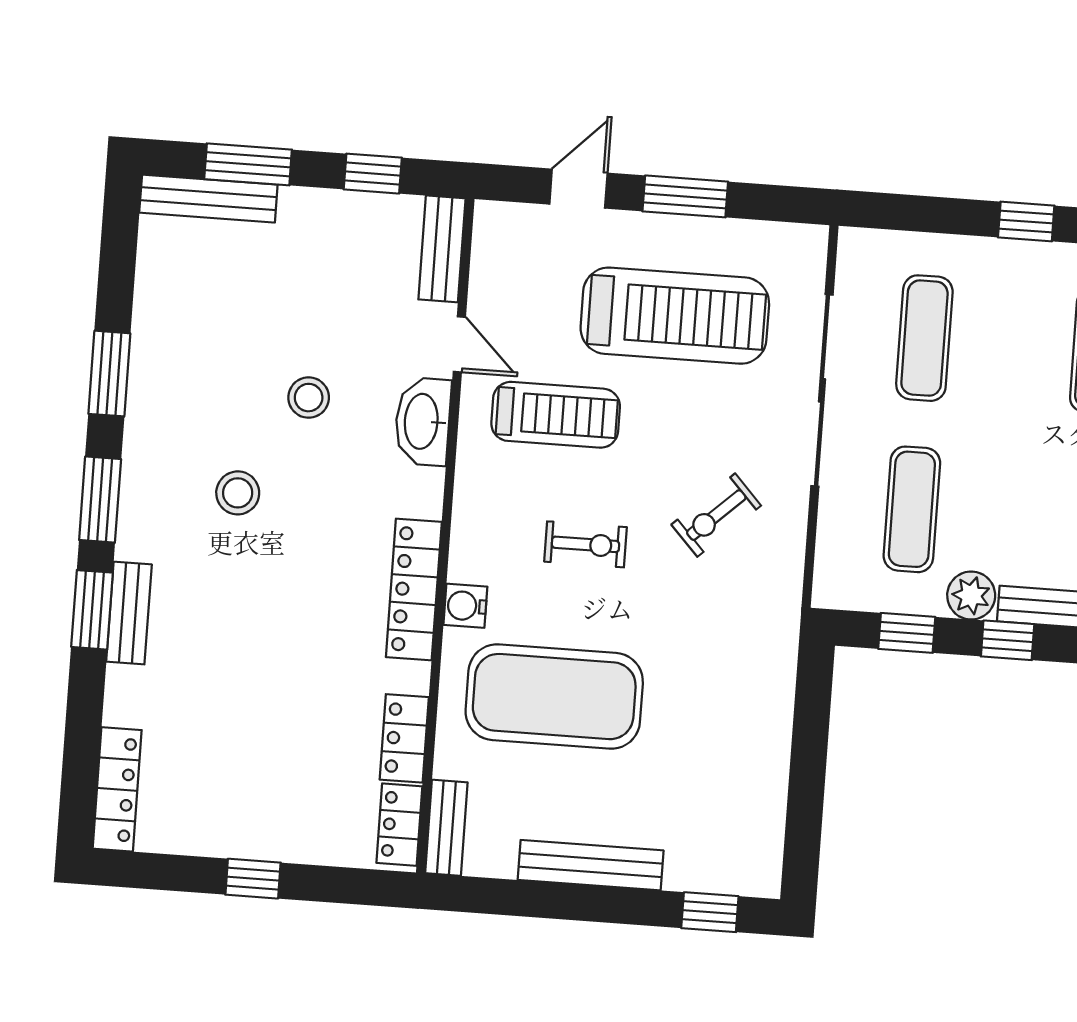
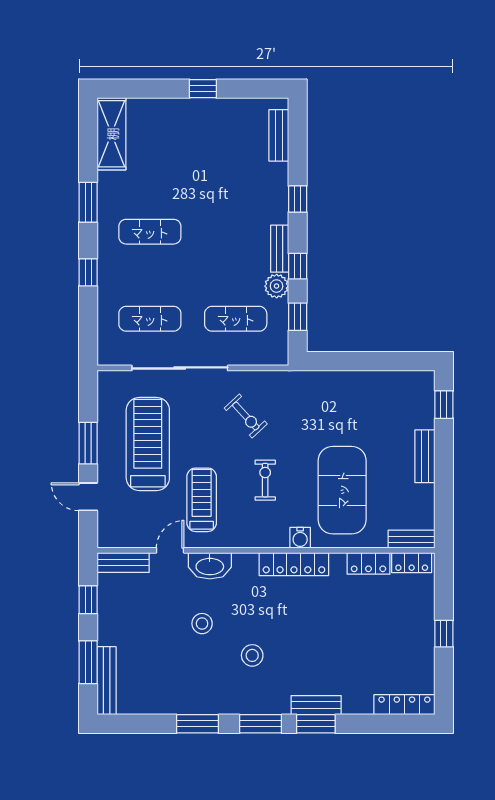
bench: (591, 865) -> (425, 456), width x0.73

